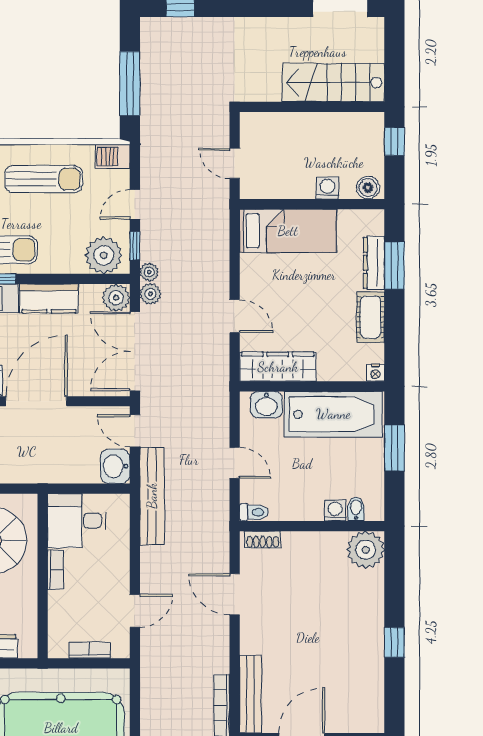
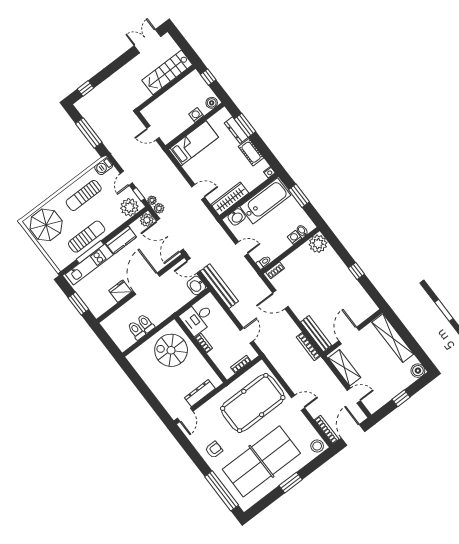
sun lounger: (44, 179) -> (84, 195), turned 180

